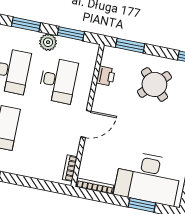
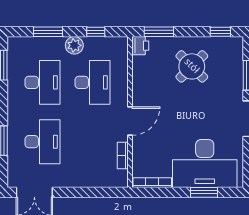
window: (71, 34) -> (96, 32), width x0.67
printer: (106, 76) -> (140, 46), moved
bookcase: (70, 168) -> (123, 155), moved

